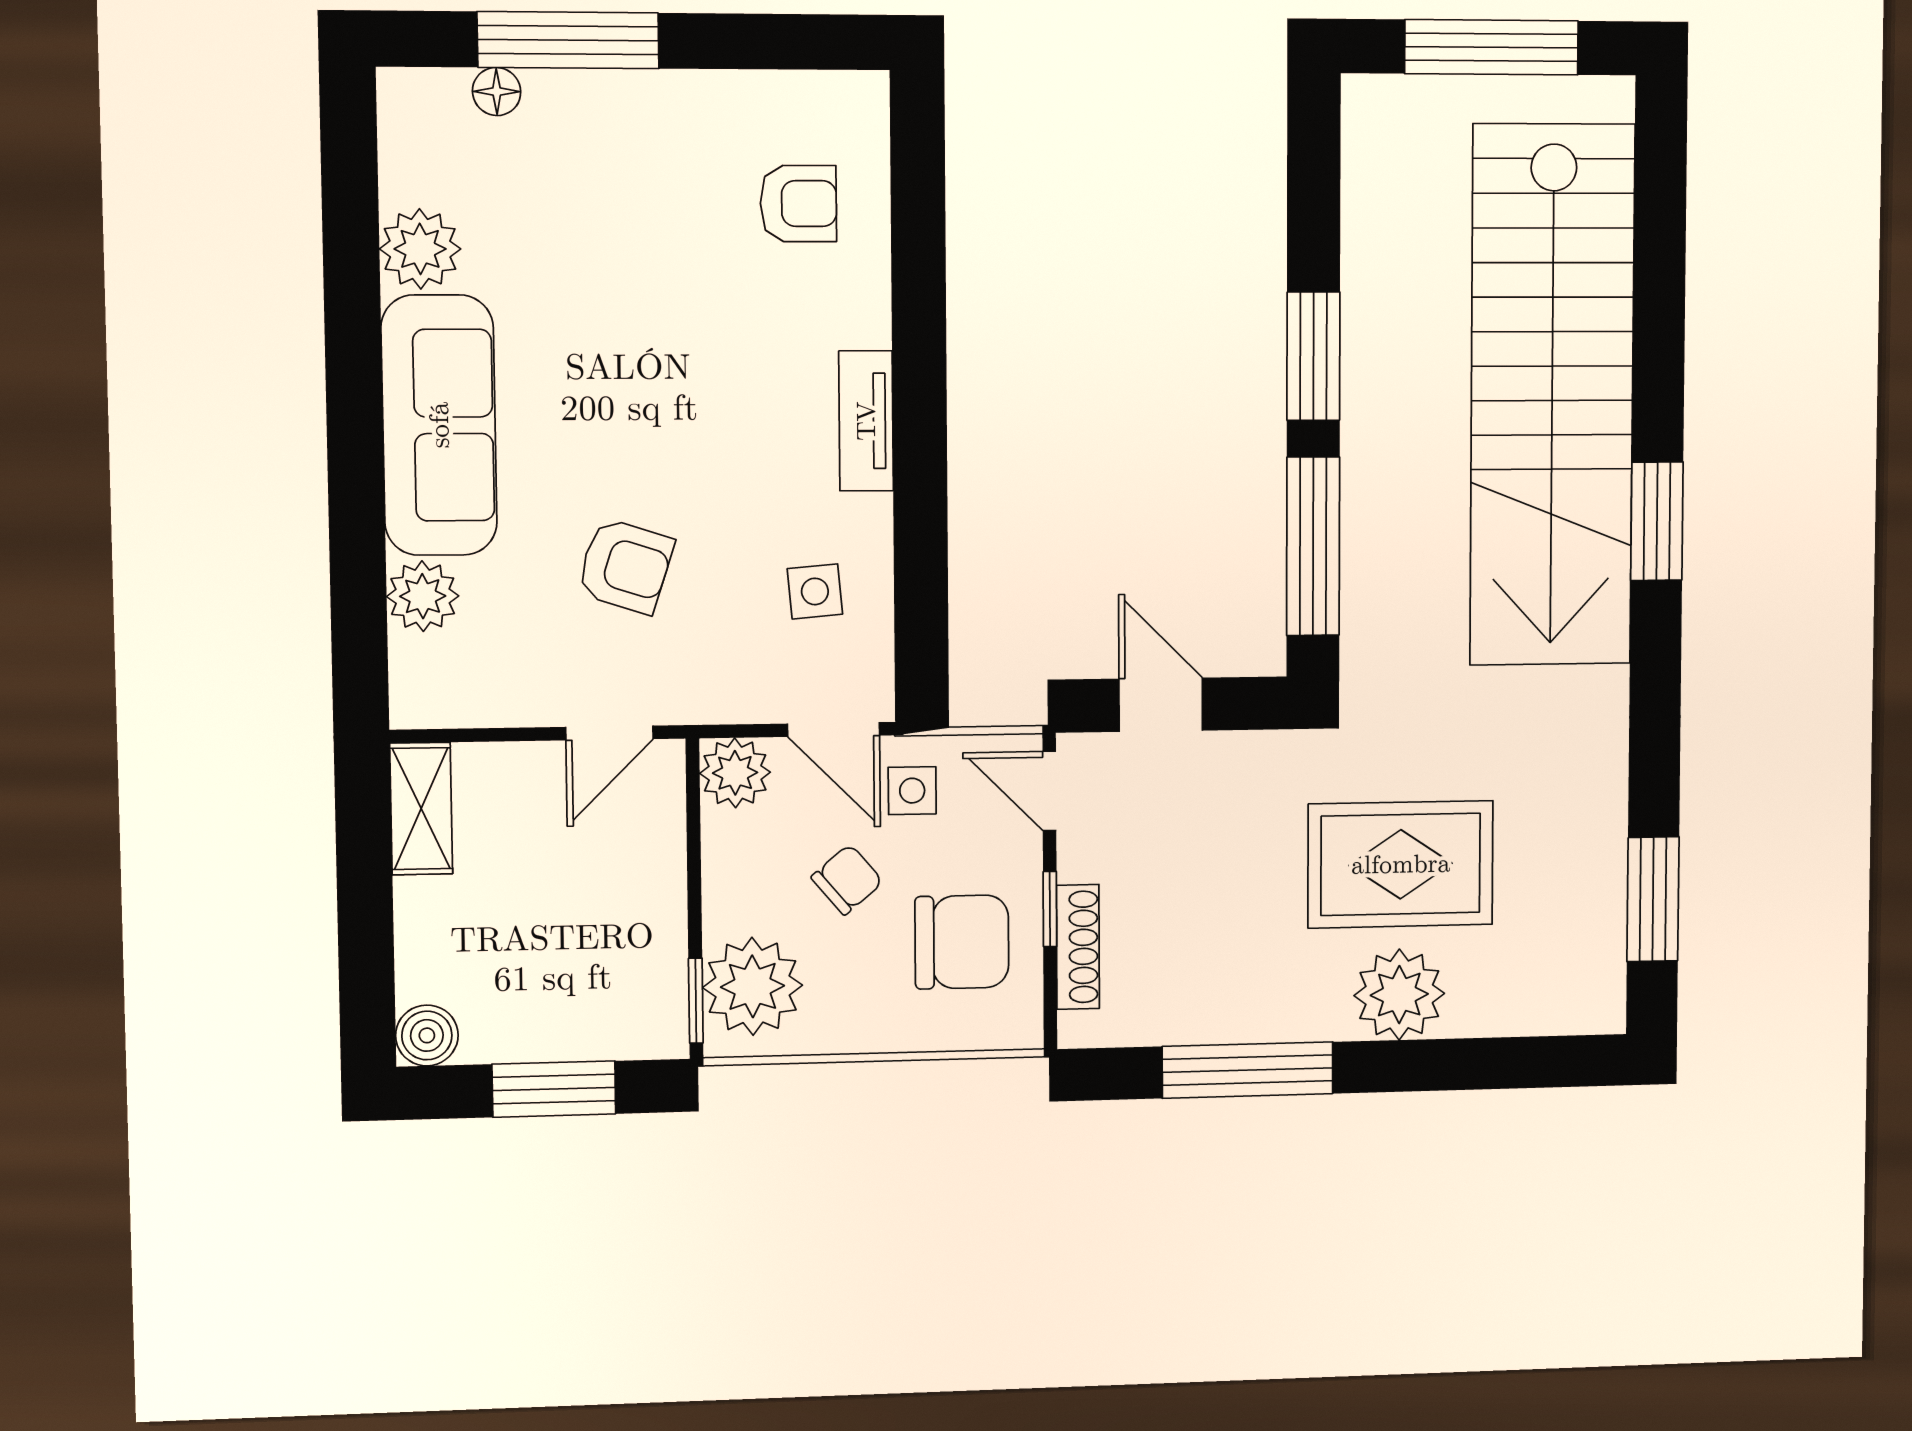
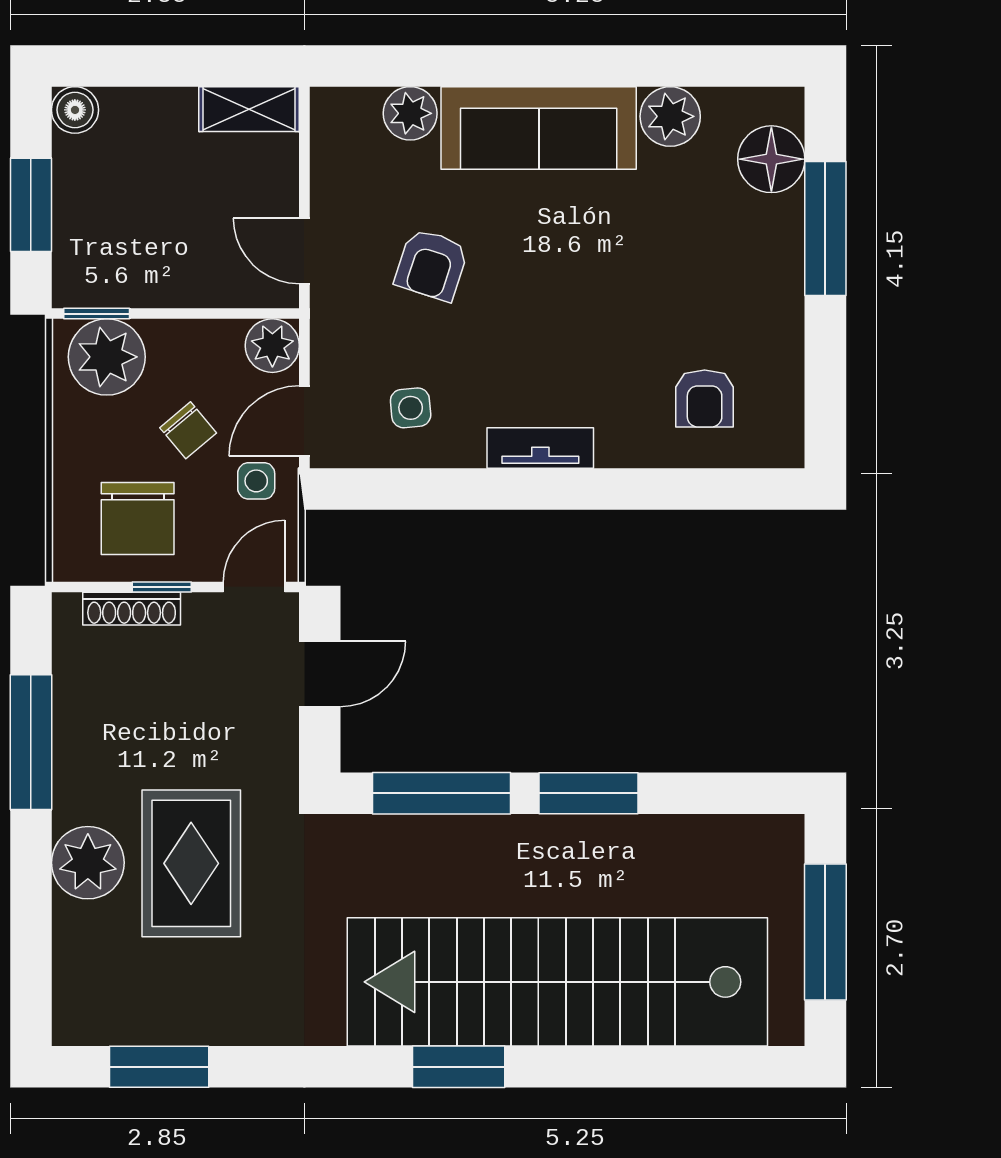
floor lamp: (497, 92) -> (771, 159), width x1.89, depth x1.89

